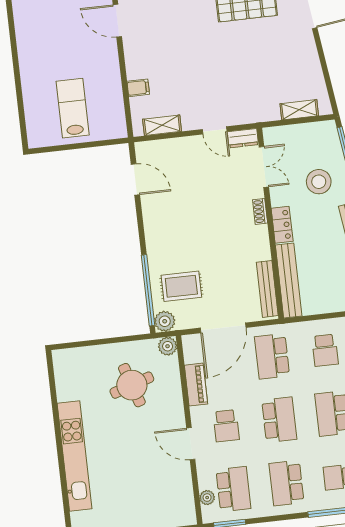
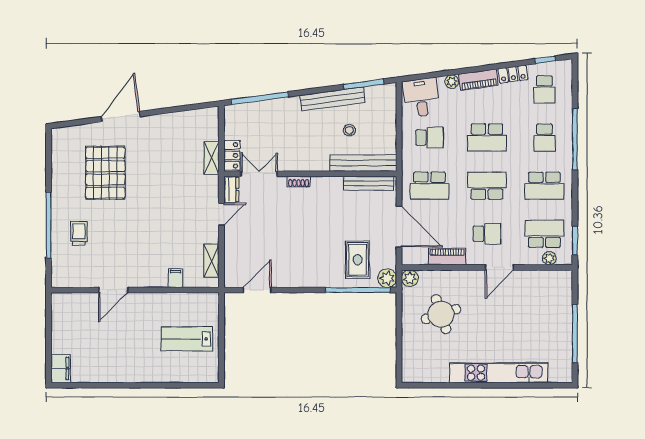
shelving: (299, 110) -> (211, 158), moved
stool: (319, 182) -> (349, 130), moved, width x0.53, depth x0.53
locker: (282, 225) -> (232, 155), moved, turned 90

